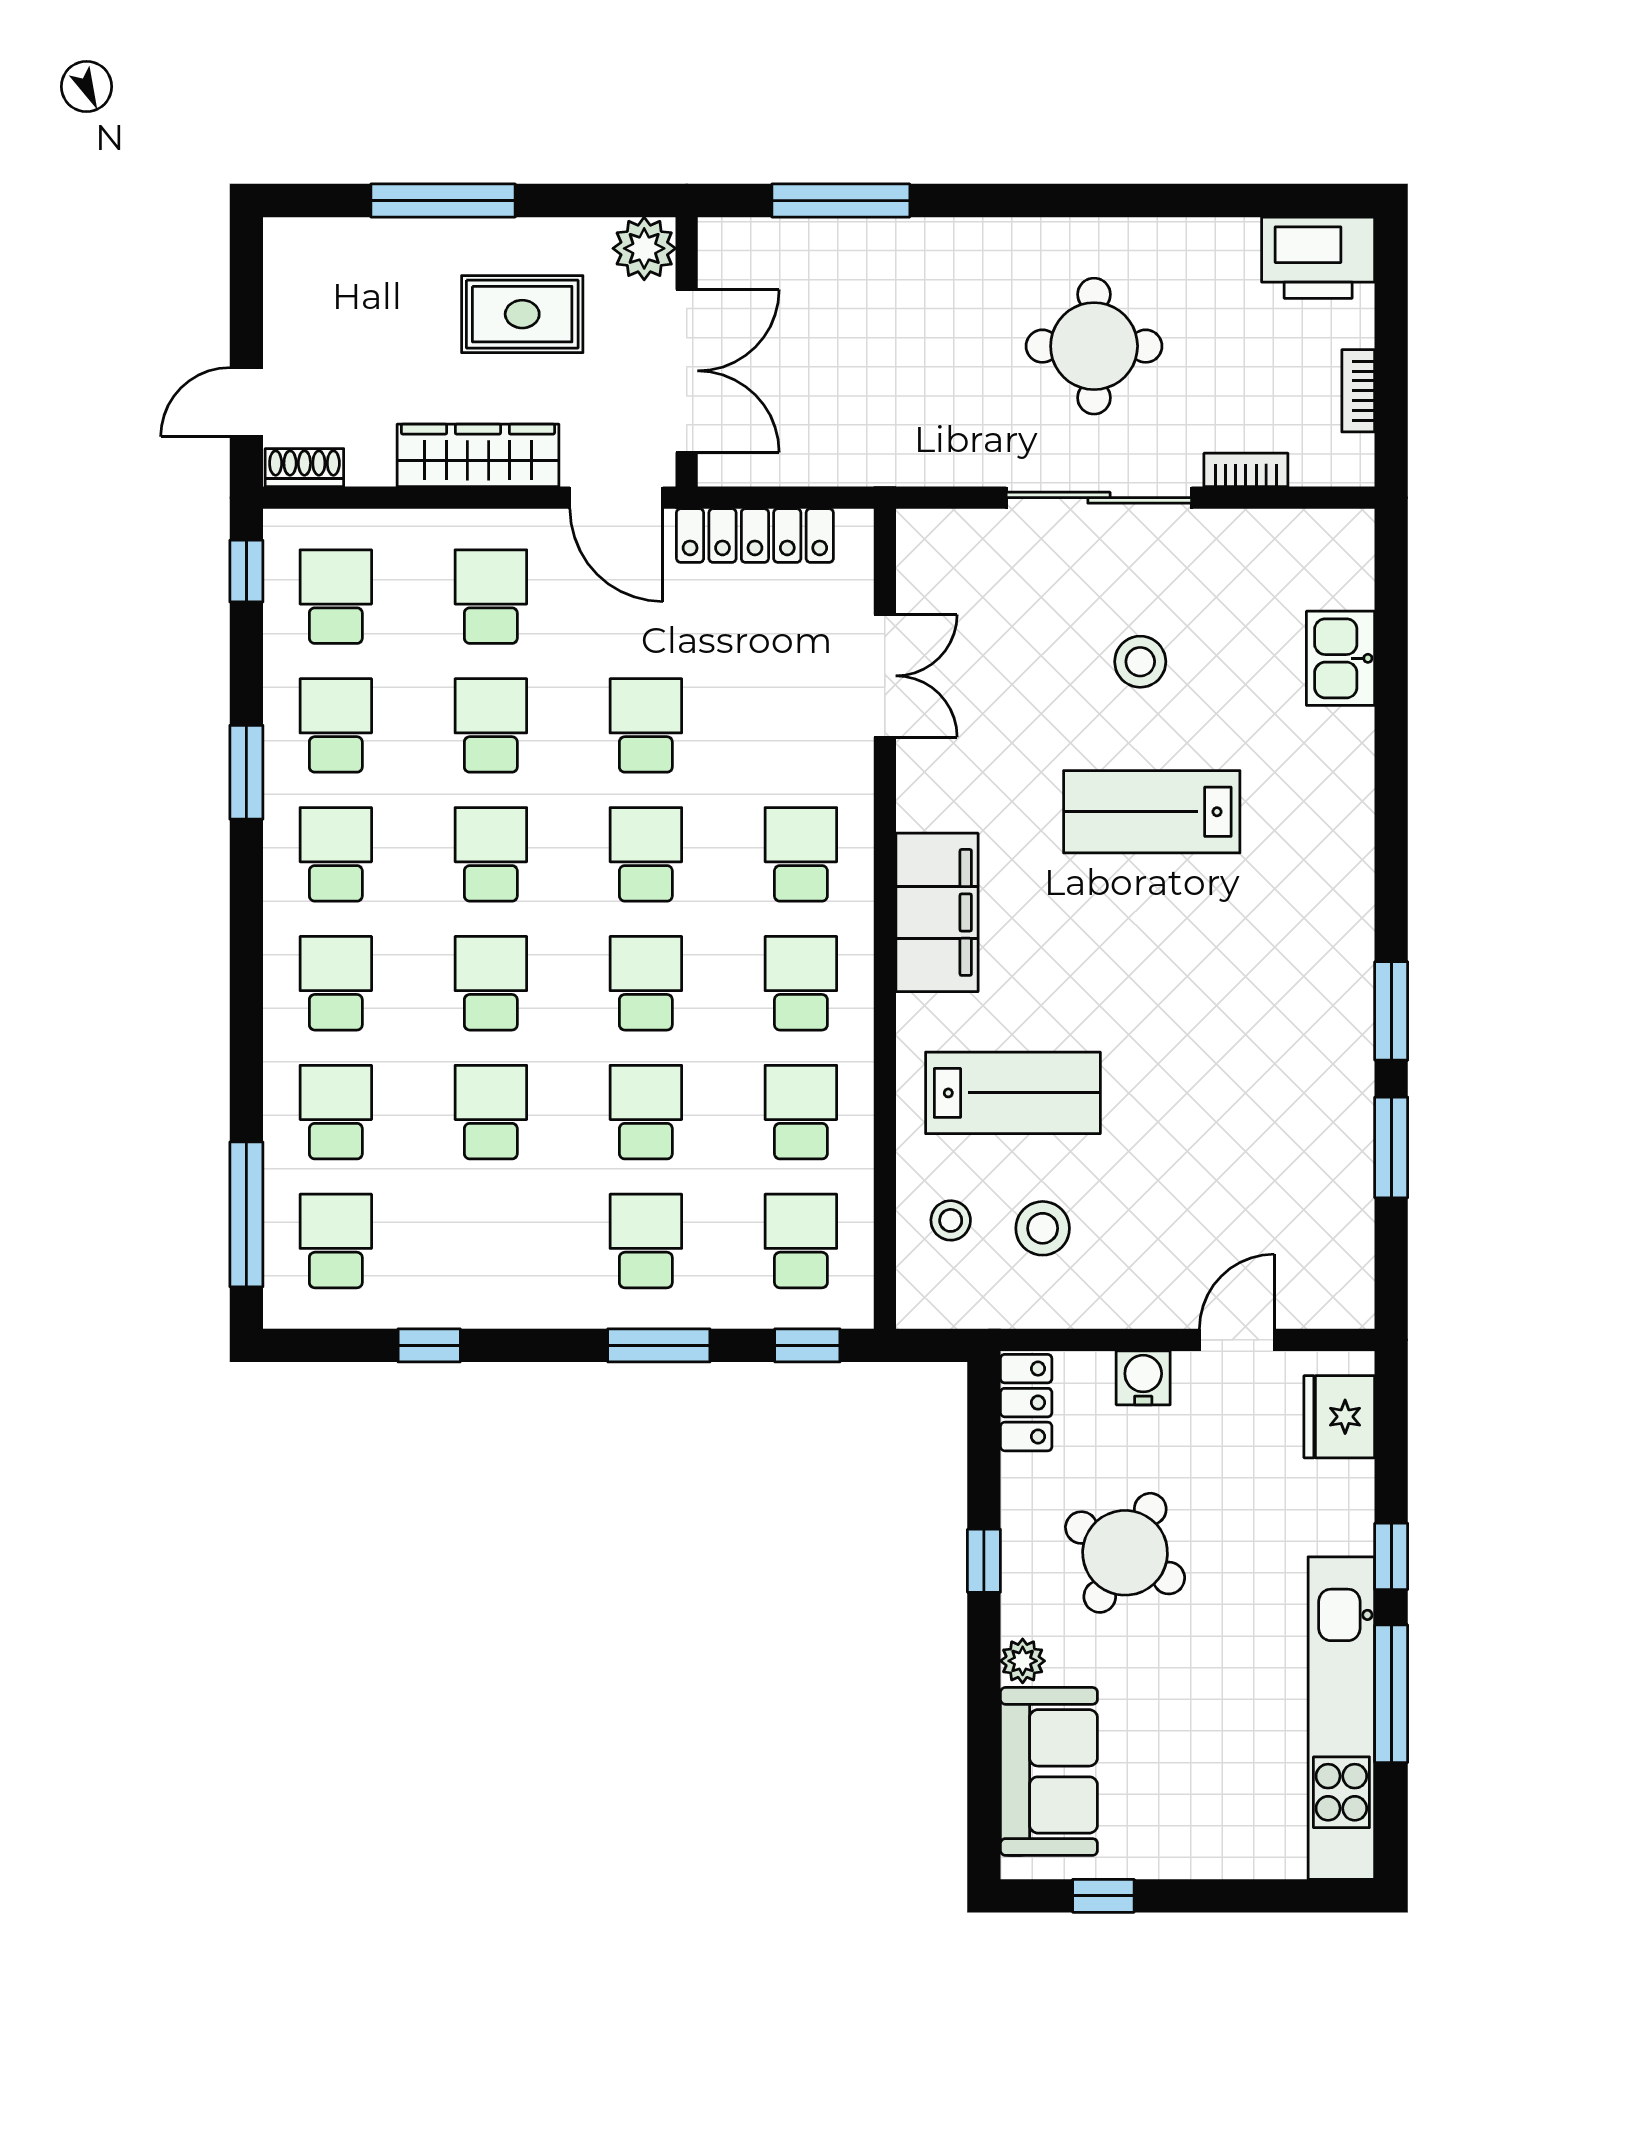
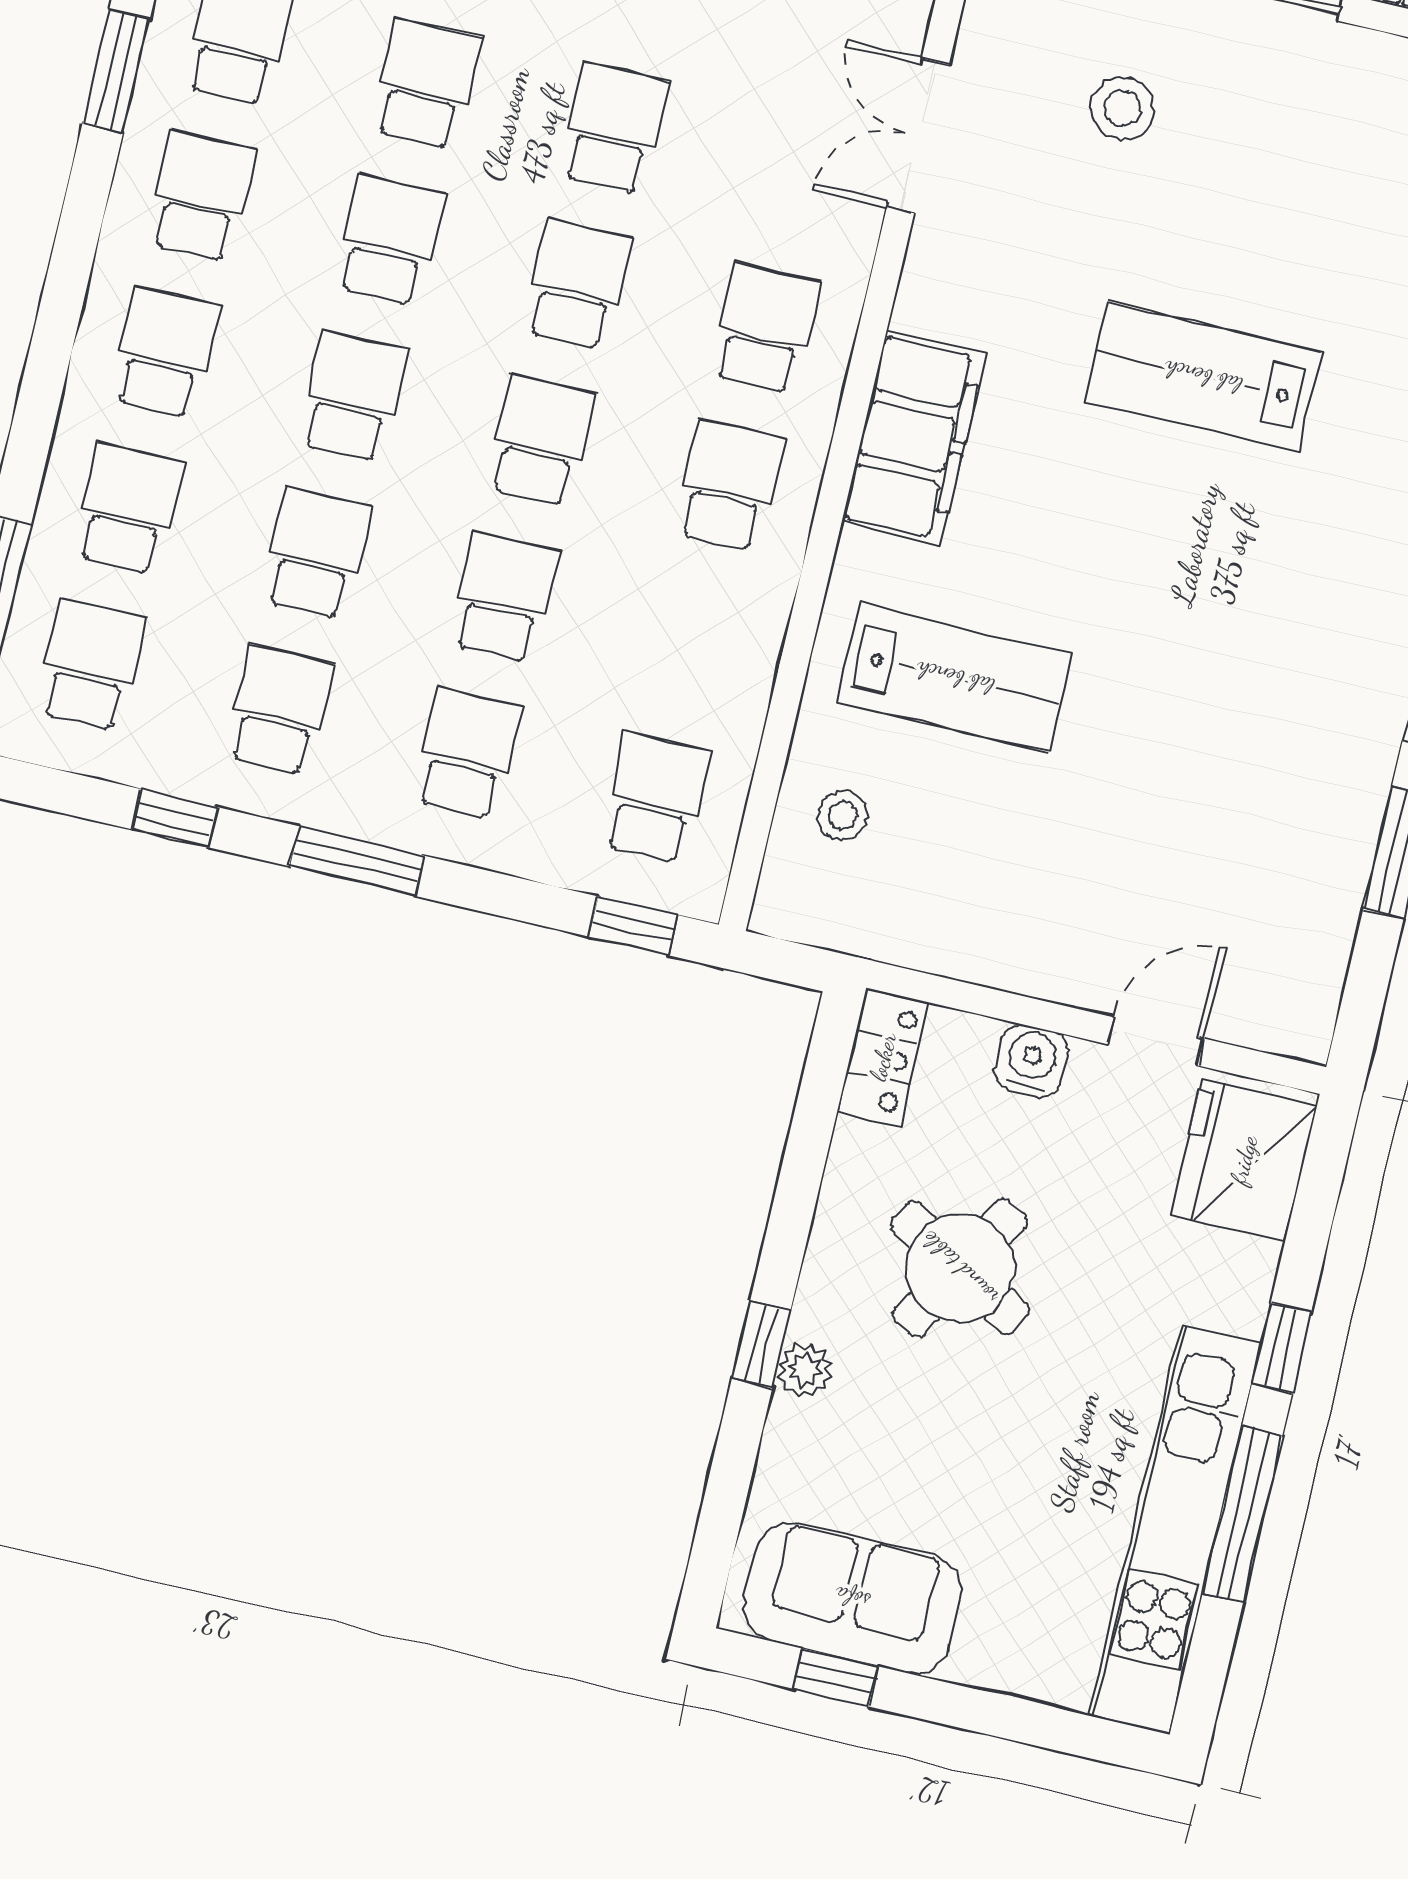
stool: (1140, 662) -> (1122, 108), moved
double door: (885, 676) -> (918, 136), swing flipped
school desk: (801, 1112) -> (279, 709), moved
stool: (1043, 1228) -> (952, 851), removed
window: (659, 1345) -> (357, 861), moved
fridge: (1339, 1417) -> (1244, 1160), width x1.36, depth x1.34
window: (984, 1561) -> (761, 1344), moved
sofa: (1049, 1771) -> (852, 1598), moved, turned -90

